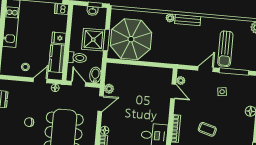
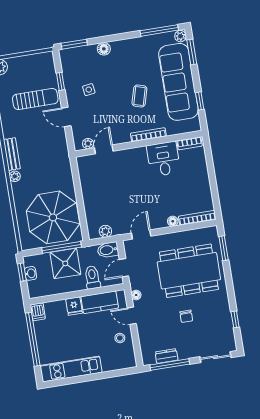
window: (106, 40) -> (62, 247), width x1.44
window: (234, 72) -> (60, 81), width x0.46
plant: (109, 89) -> (105, 231), moved
door: (101, 103) -> (141, 235), hinge flipped

